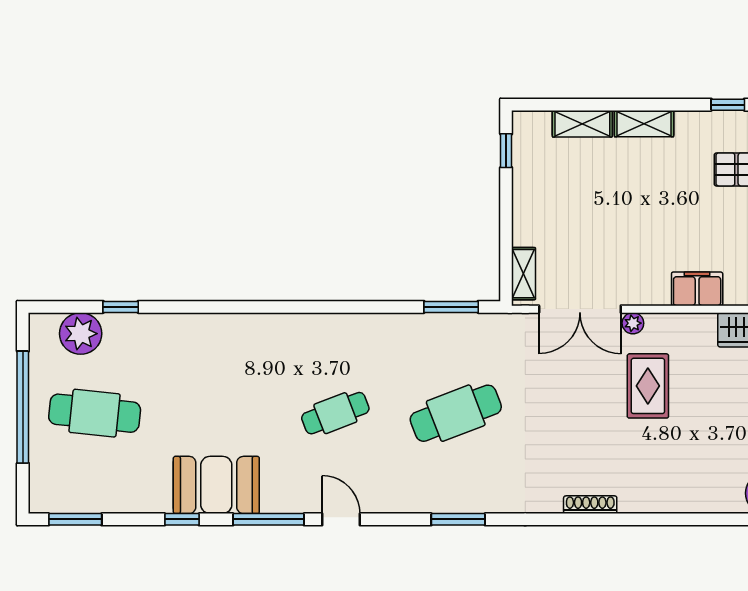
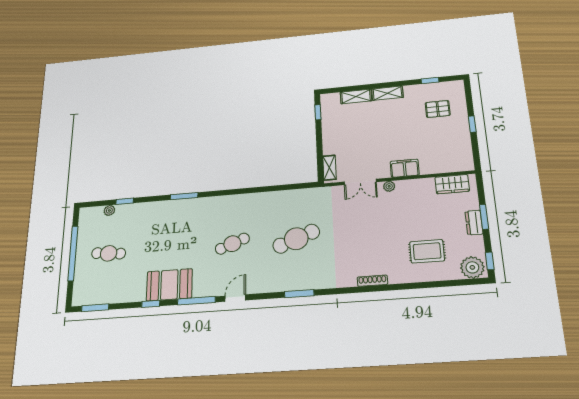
filing cabinet: (697, 289) -> (405, 168), moved
window: (451, 307) -> (184, 196), moved
double door: (580, 309) -> (360, 182), width x0.73
plant: (81, 334) -> (109, 210), width x0.53, depth x0.53
rug: (648, 386) -> (427, 251), moved, turned 90
cafe table: (95, 413) -> (109, 253), width x0.73, depth x0.74
door: (341, 519) -> (235, 298), hinge flipped

